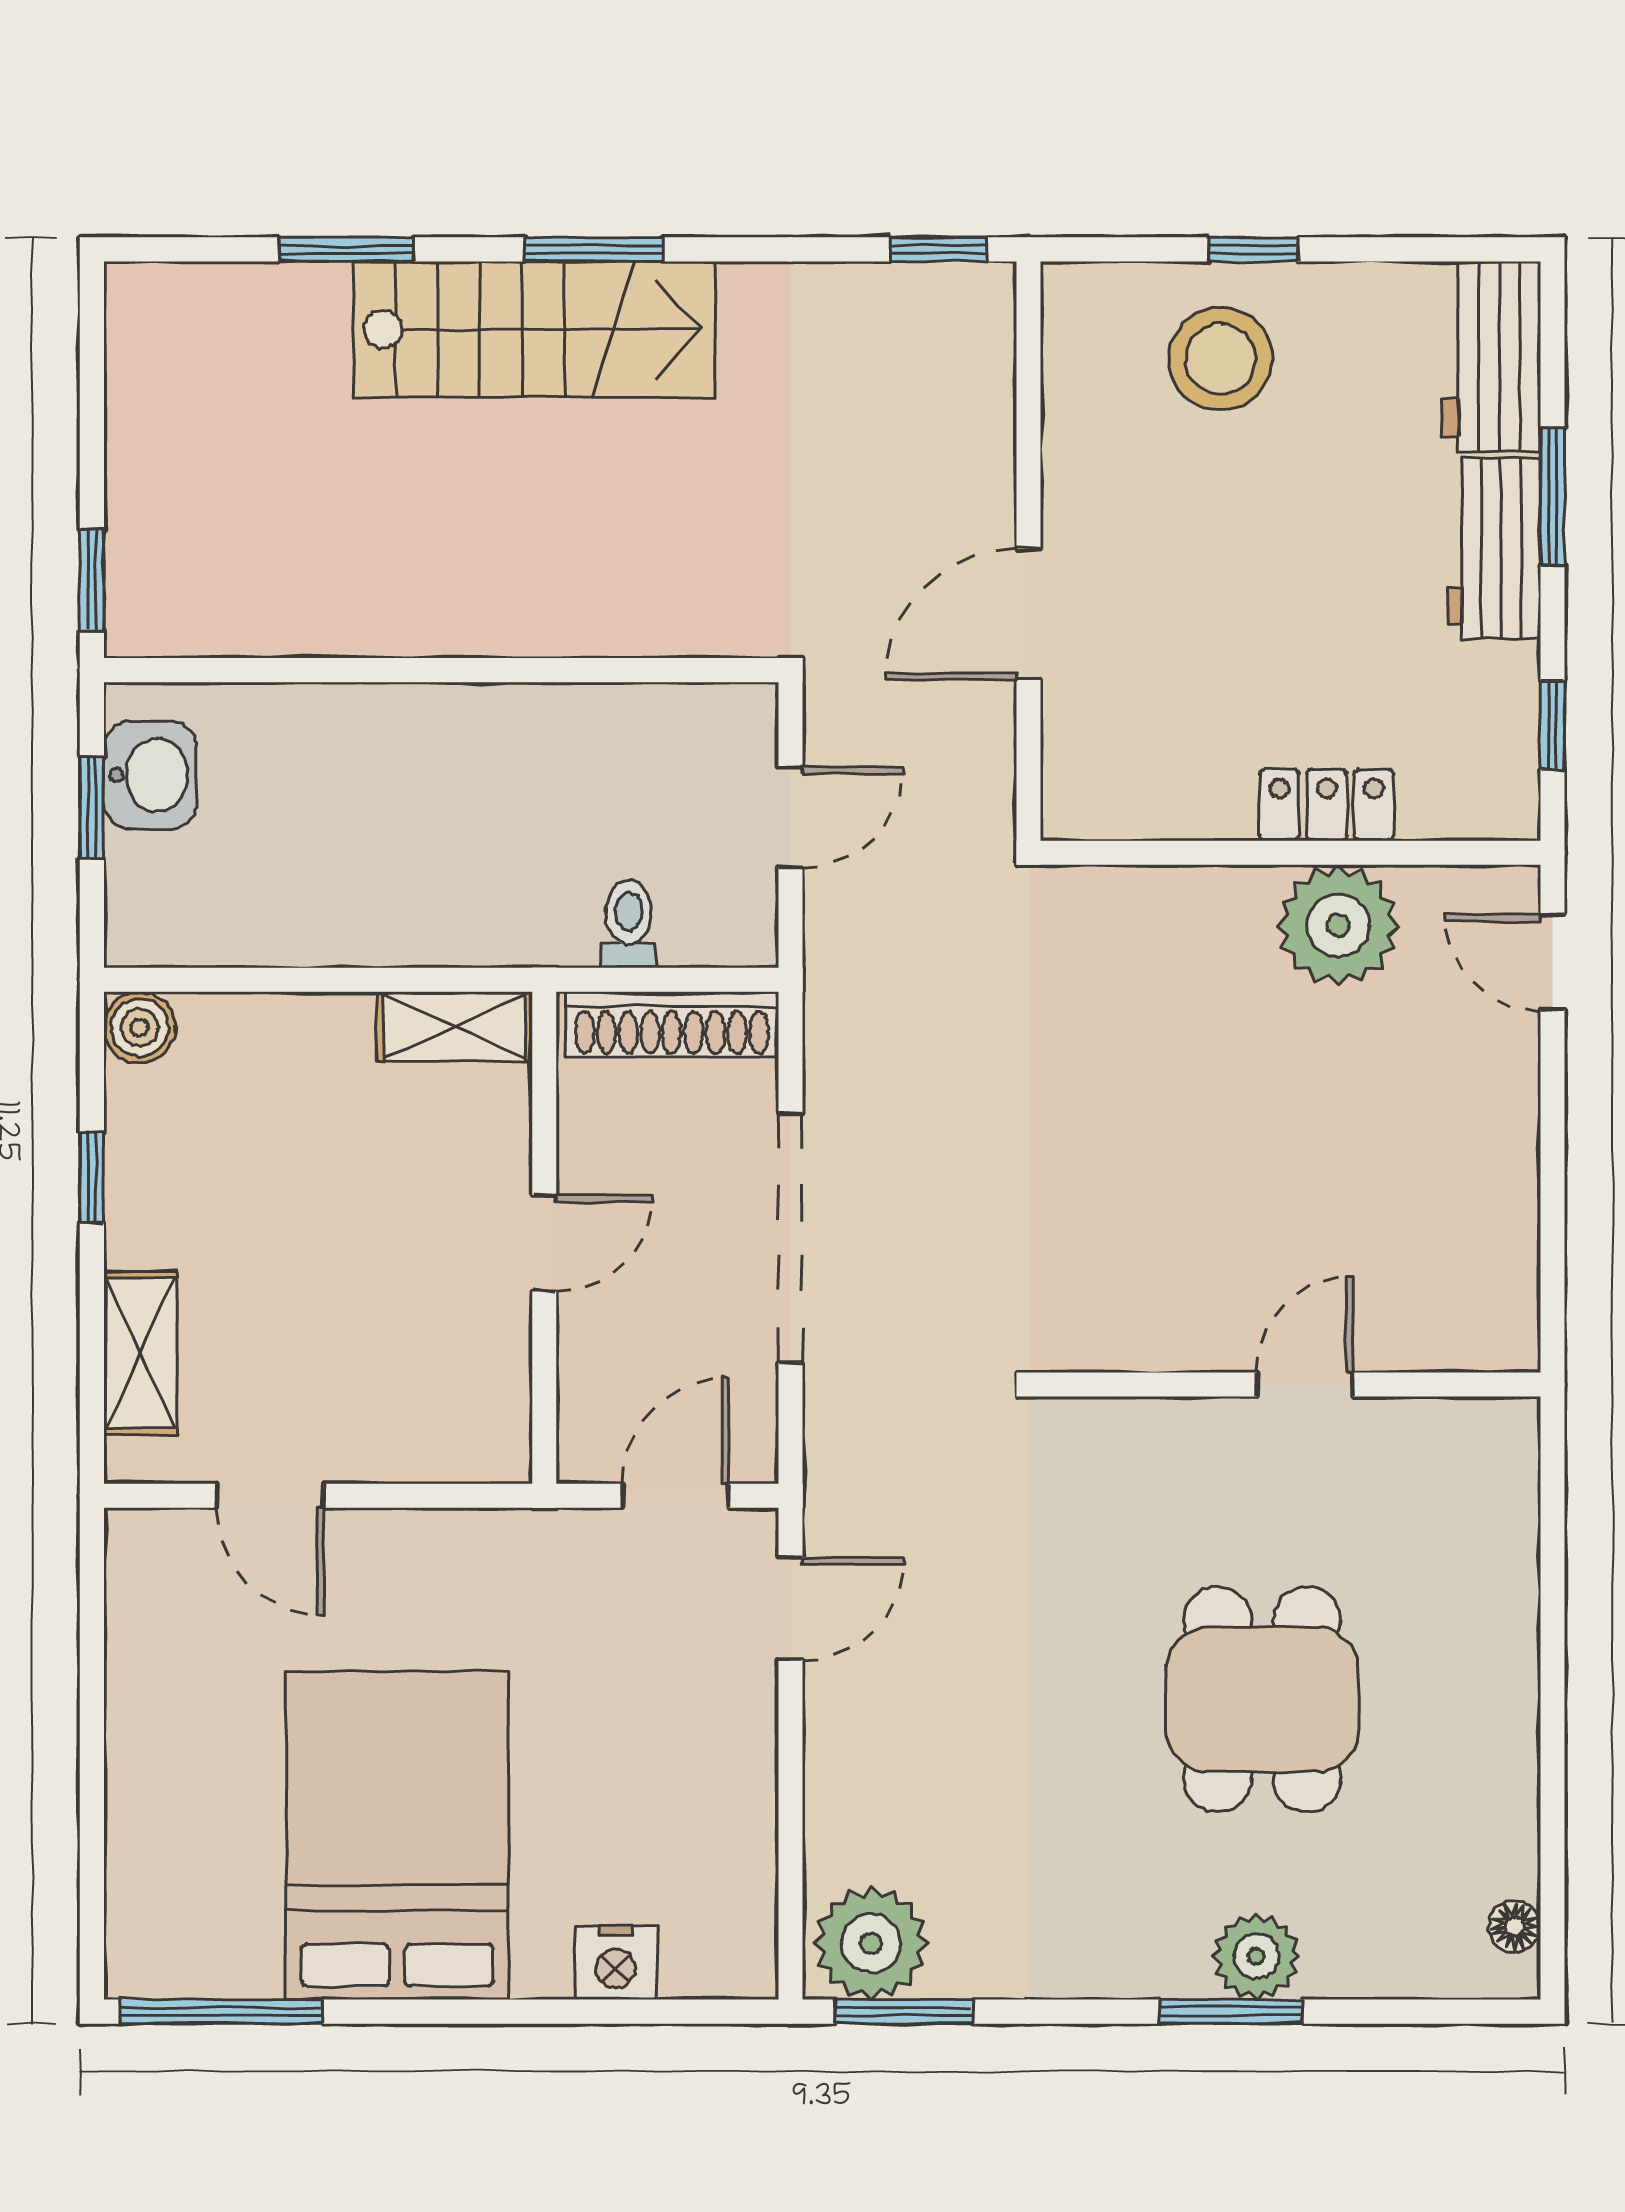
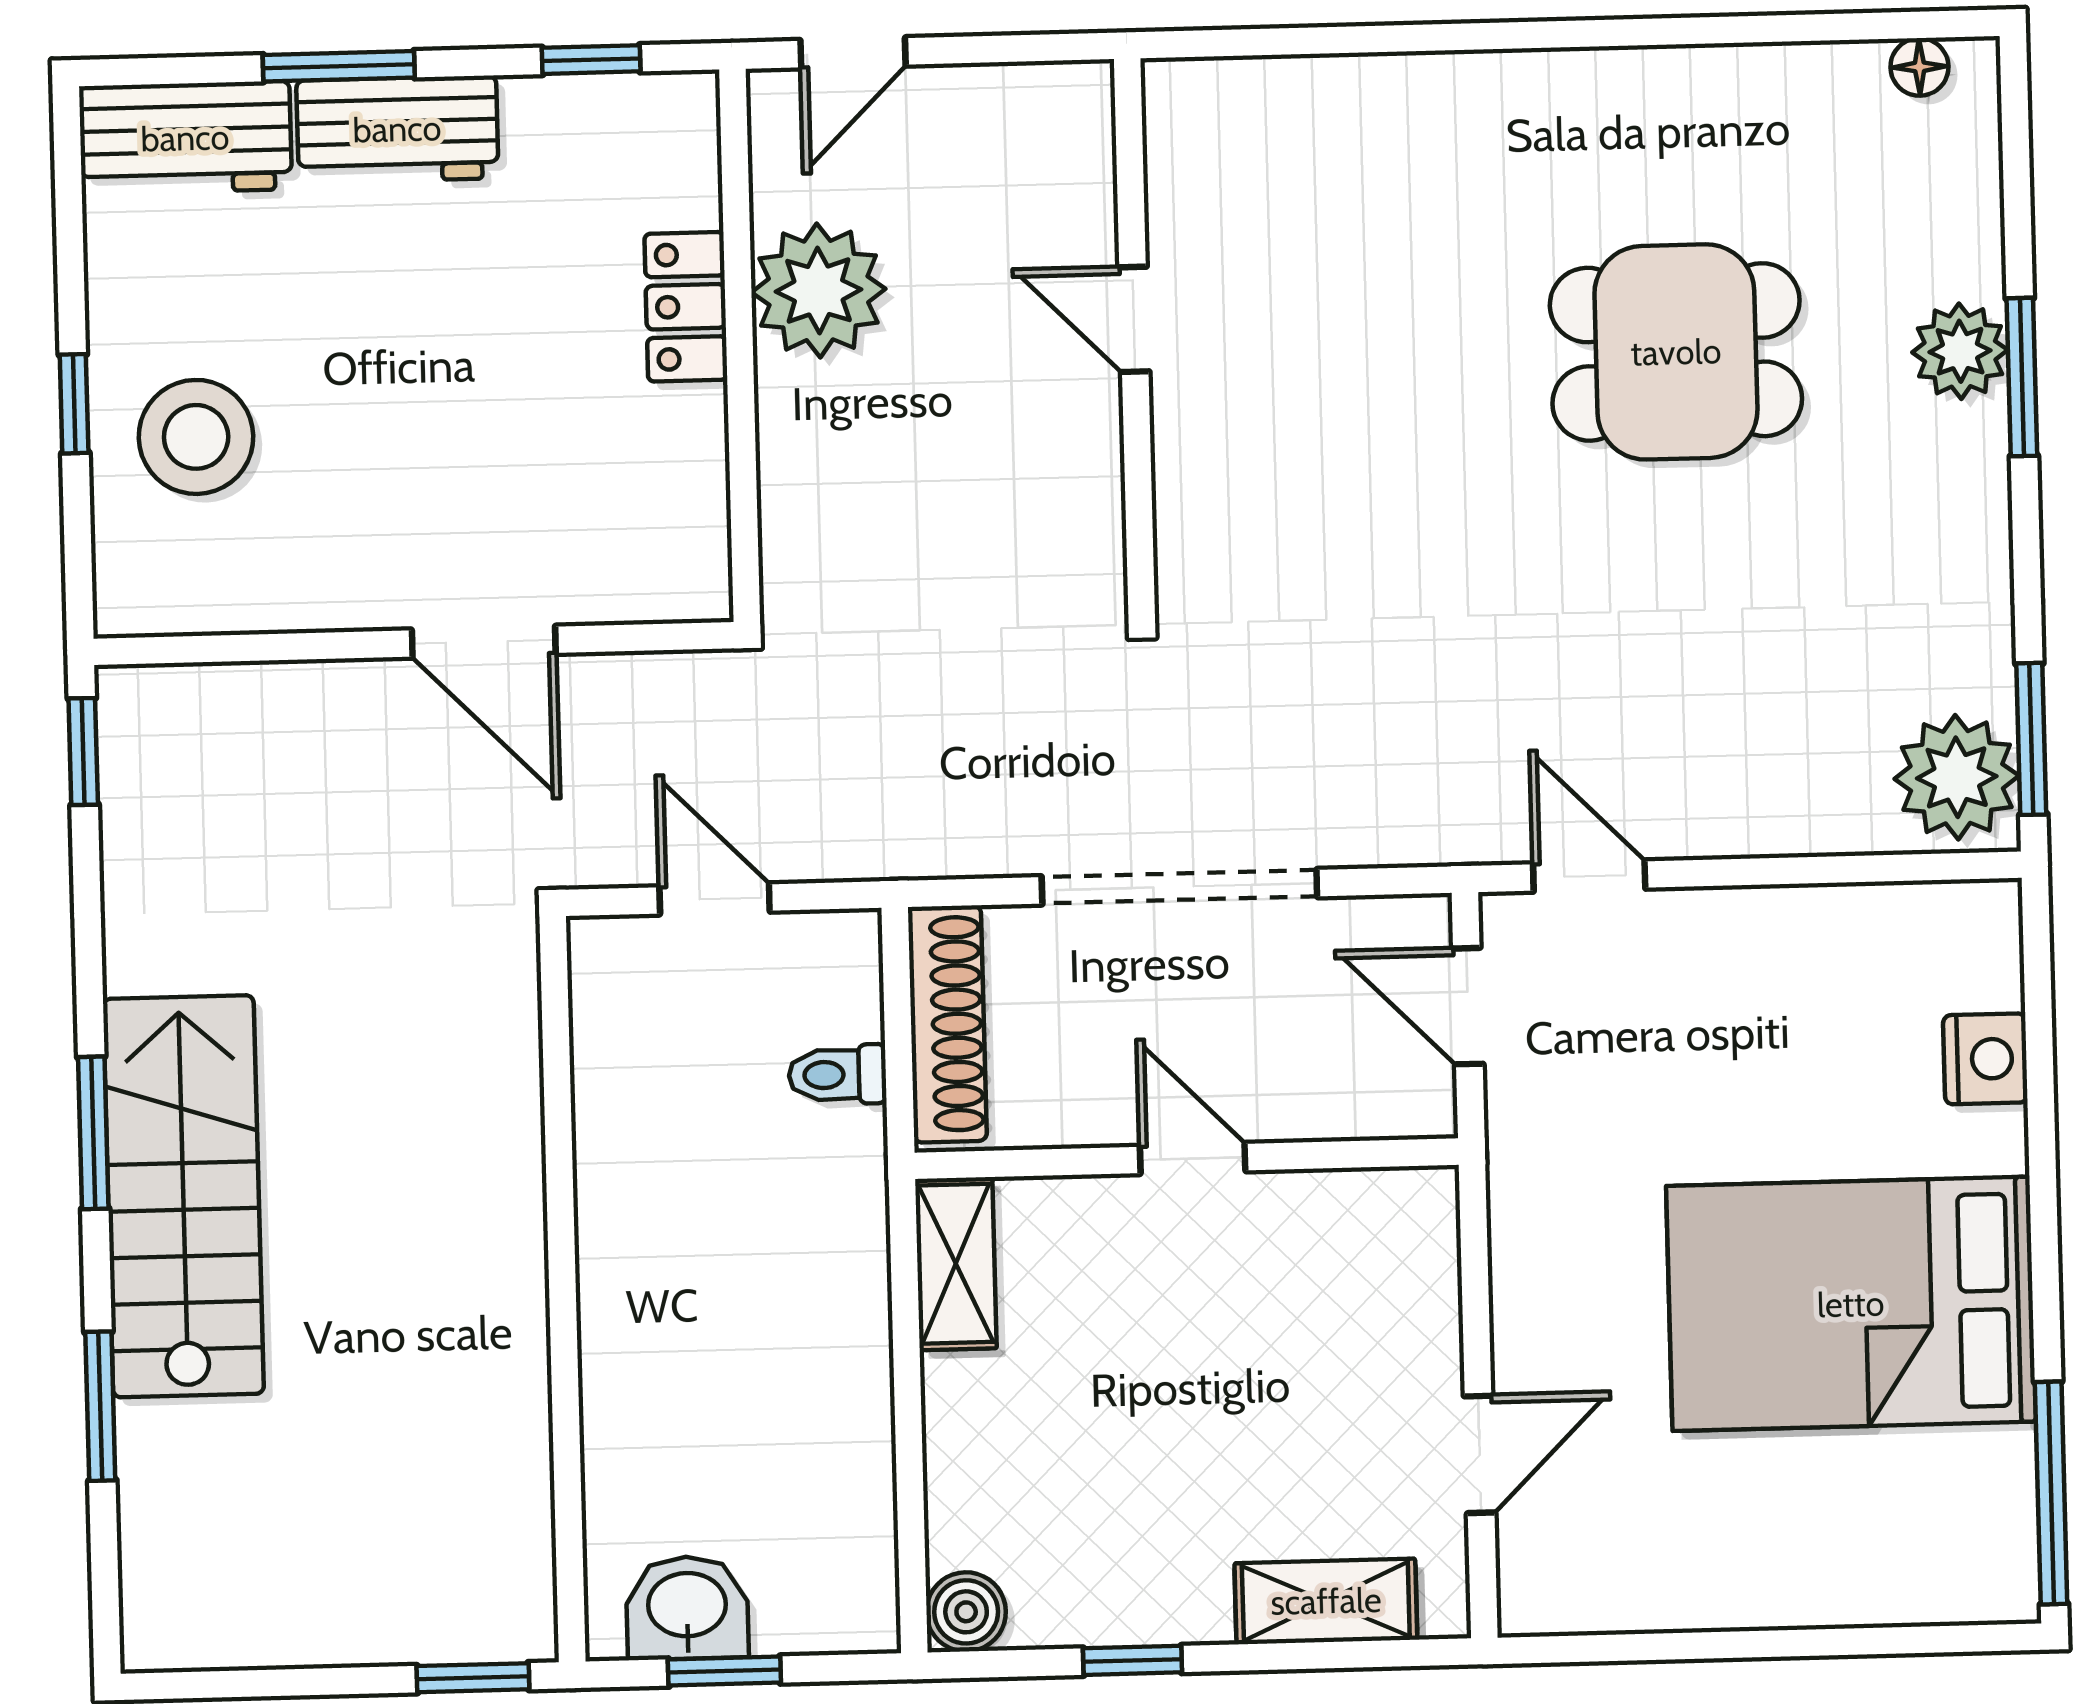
wall: (1291, 1385) -> (1134, 335), moved
door: (1305, 1385) -> (1134, 319), moved

